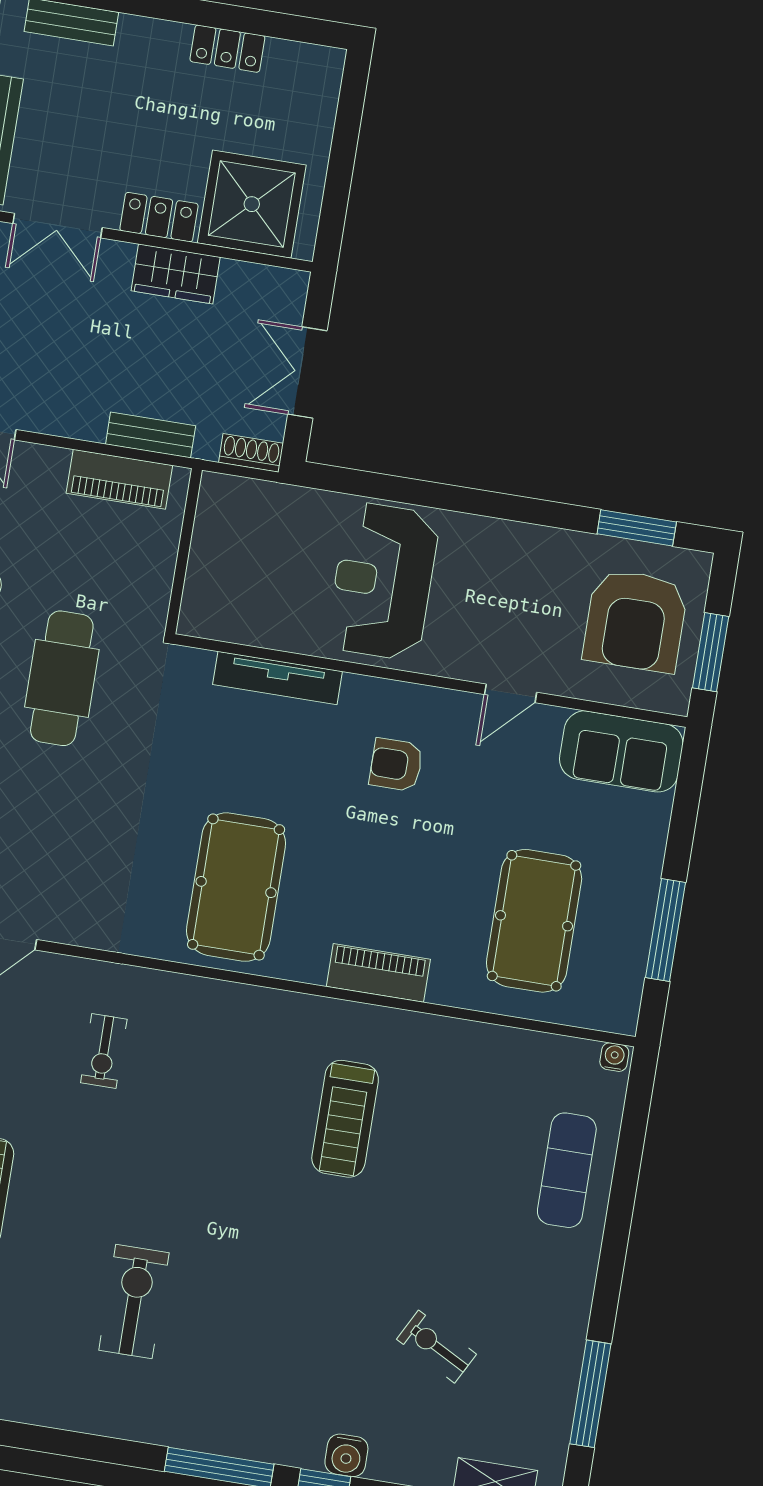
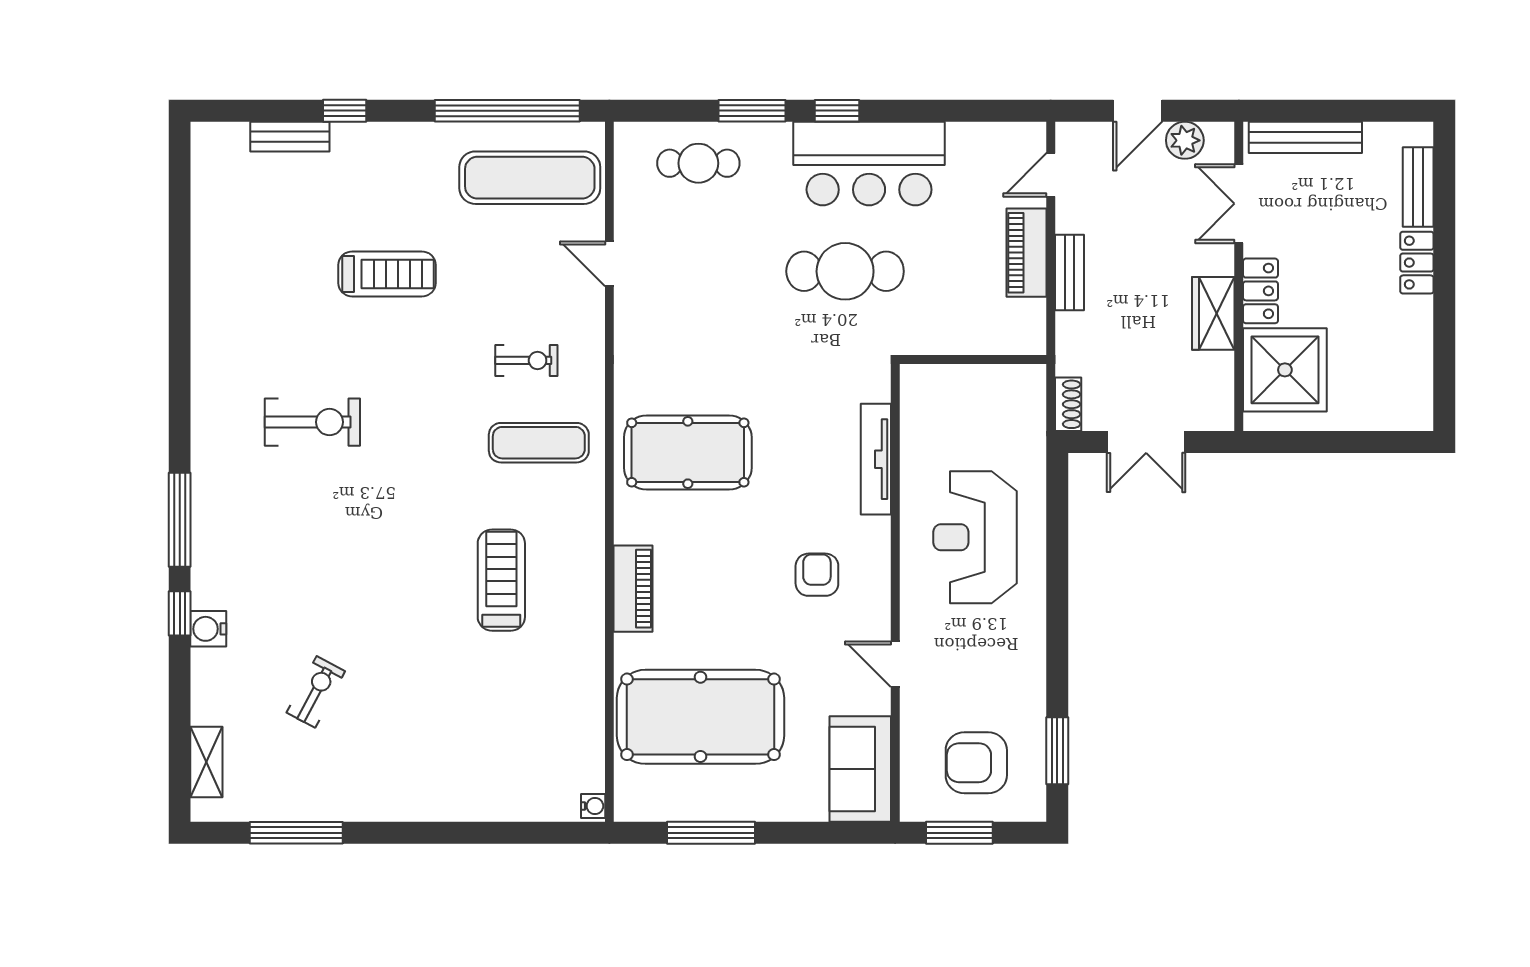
locker: (227, 49) -> (1417, 263), moved
double door: (307, 373) -> (1146, 442), swing flipped
bench: (151, 435) -> (1070, 273), moved
piano: (119, 479) -> (1027, 253), moved
reception desk: (383, 581) -> (975, 537), turned -90
armchair: (635, 621) -> (976, 763), width x0.73, depth x0.73
pool table: (534, 921) -> (700, 717), width x1.36, depth x1.32
exercise bike: (104, 1051) -> (526, 360), turned 180
treadmill: (345, 1119) -> (501, 580), turned 90
exercise mat: (567, 1170) -> (539, 443), moved

